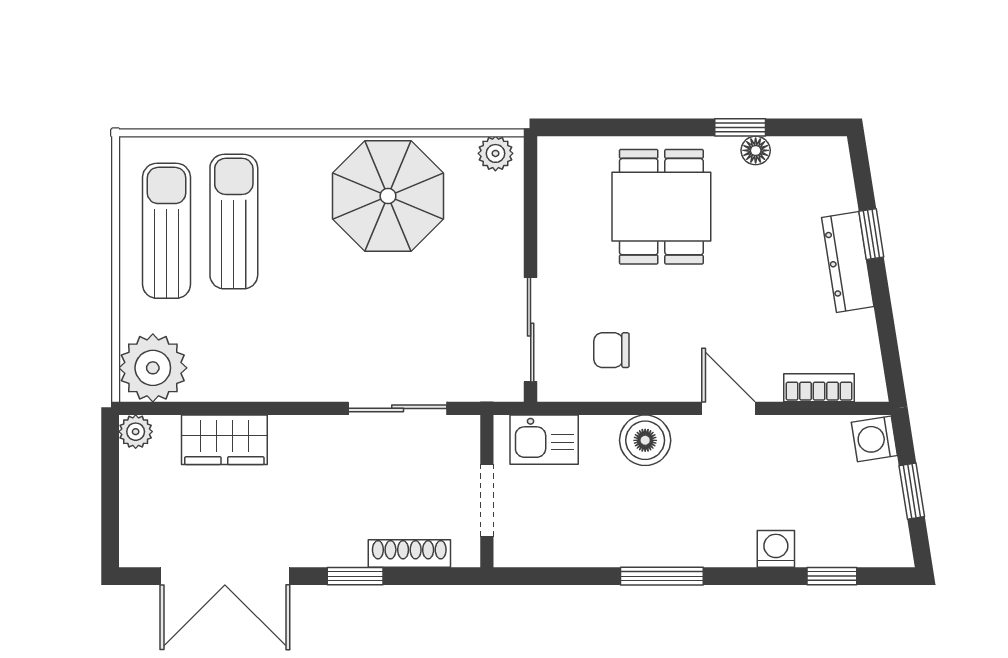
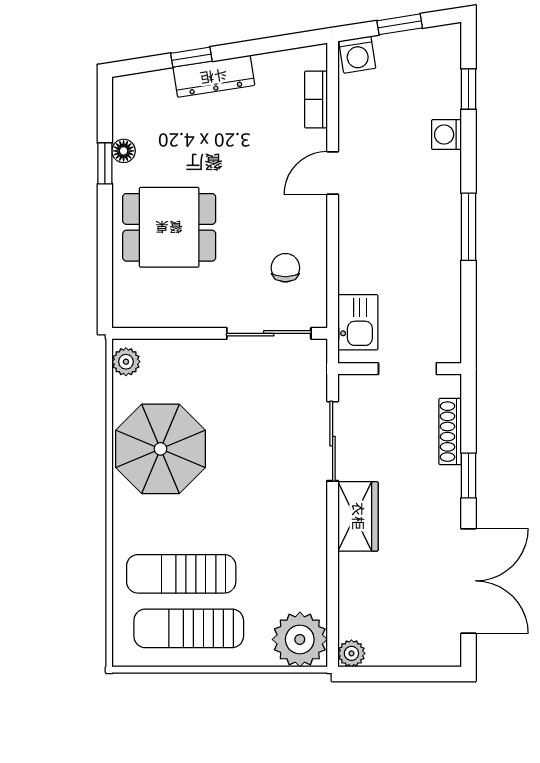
chair: (611, 350) -> (285, 268), turned 180
wardrobe: (224, 440) -> (358, 516), moved
boiler: (645, 440) -> (358, 240), removed

